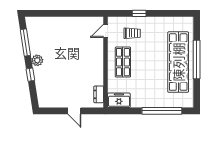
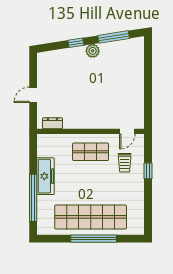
door: (106, 31) -> (127, 131), swing flipped
freezer: (119, 100) -> (46, 176), moved, width x1.40

